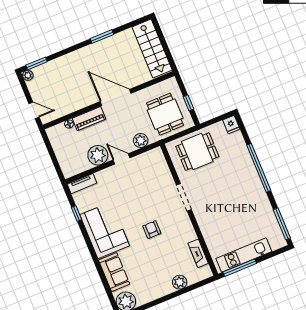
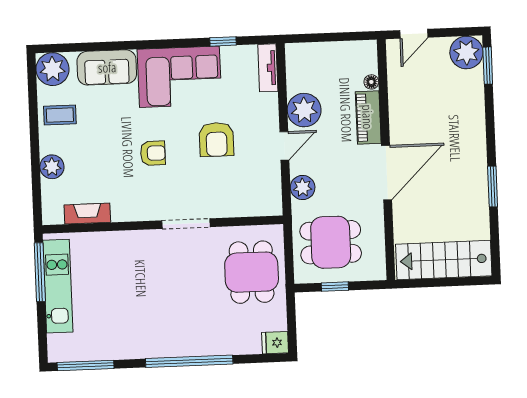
plant: (28, 75) -> (466, 52), width x1.87, depth x1.87
armchair: (132, 197) -> (216, 139), added
coffee table: (150, 288) -> (60, 115), added

